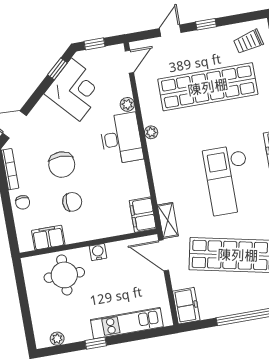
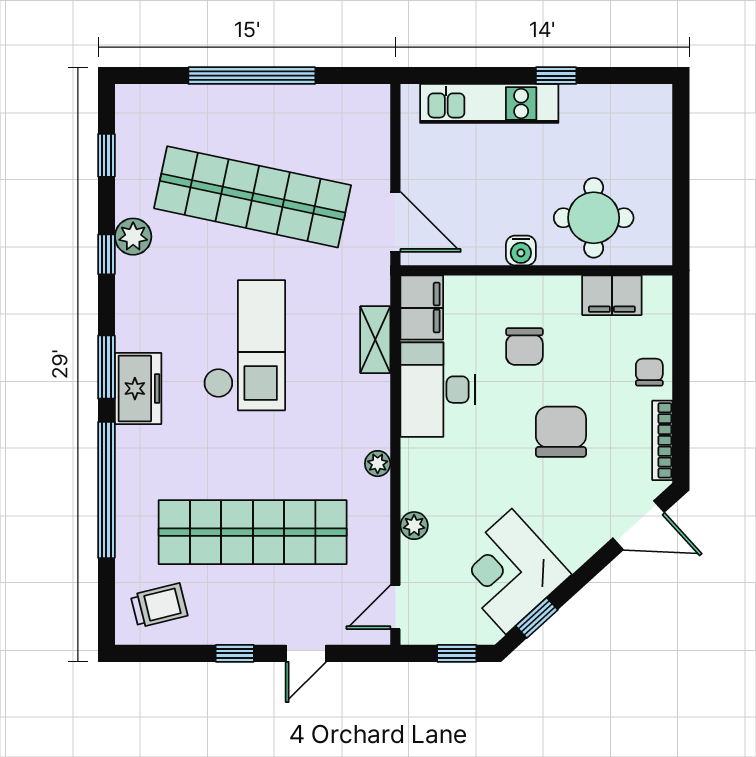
desk: (121, 138) -> (438, 390), moved
chair: (72, 202) -> (524, 347), moved, turned -90
shelving: (168, 220) -> (375, 340), moved
freezer: (186, 306) -> (369, 117), removed
plant: (57, 339) -> (629, 97), removed

